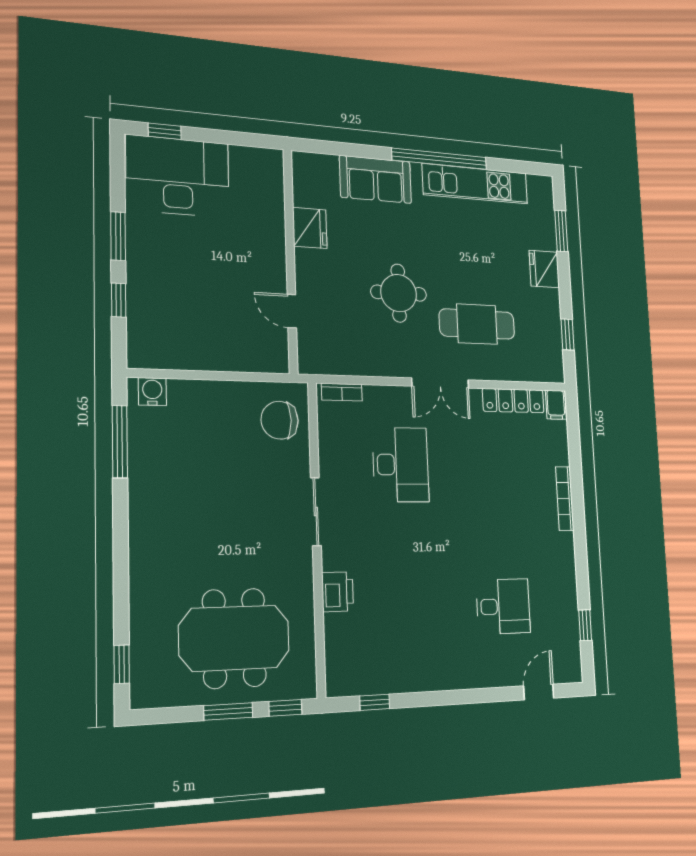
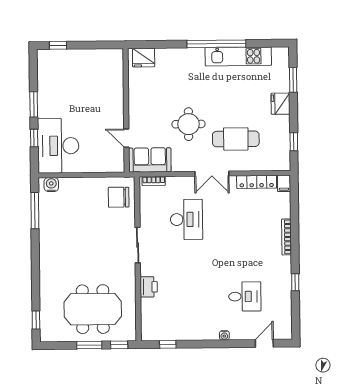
desk: (178, 176) -> (58, 146), moved, turned -90
sofa: (376, 179) -> (150, 160), moved, turned 180
fridge: (310, 228) -> (144, 58), moved, turned 90
window: (585, 625) -> (295, 282), moved
water cooler: (472, 680) -> (224, 335), added

